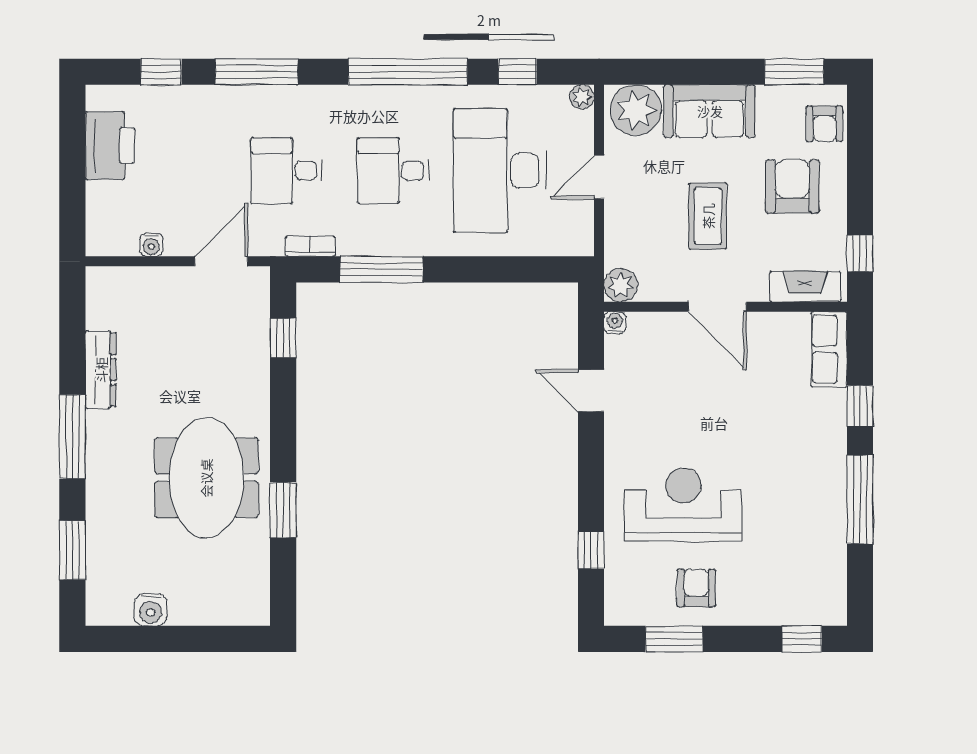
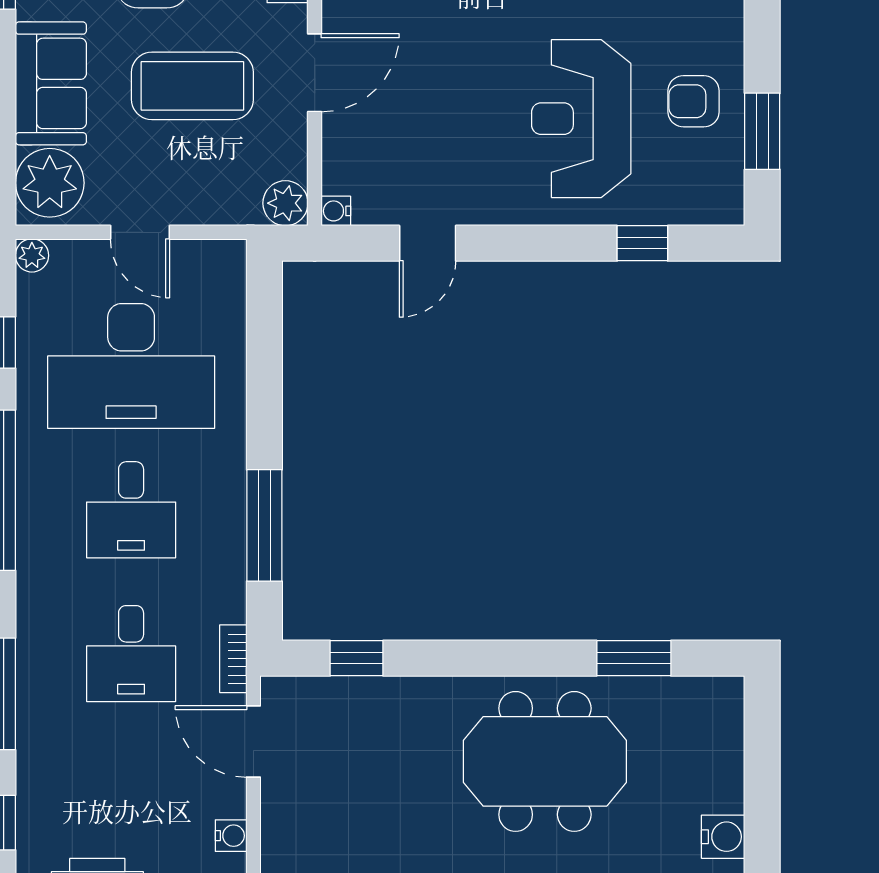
coffee table: (708, 216) -> (192, 86), width x1.36, depth x1.32
bookcase: (310, 246) -> (233, 659), moved
window: (283, 510) -> (634, 658), moved

